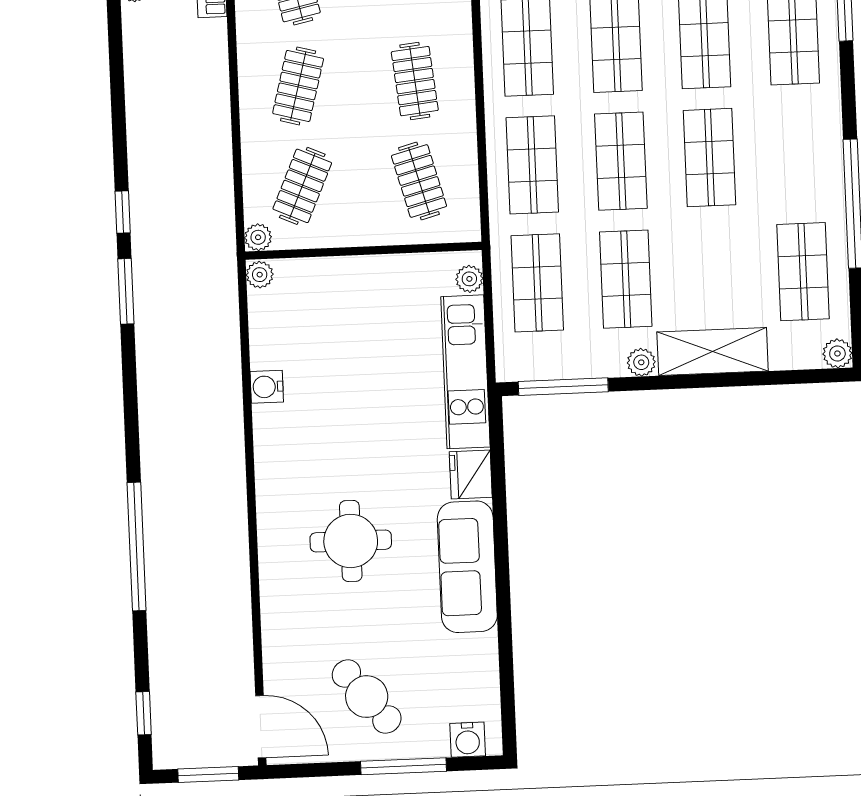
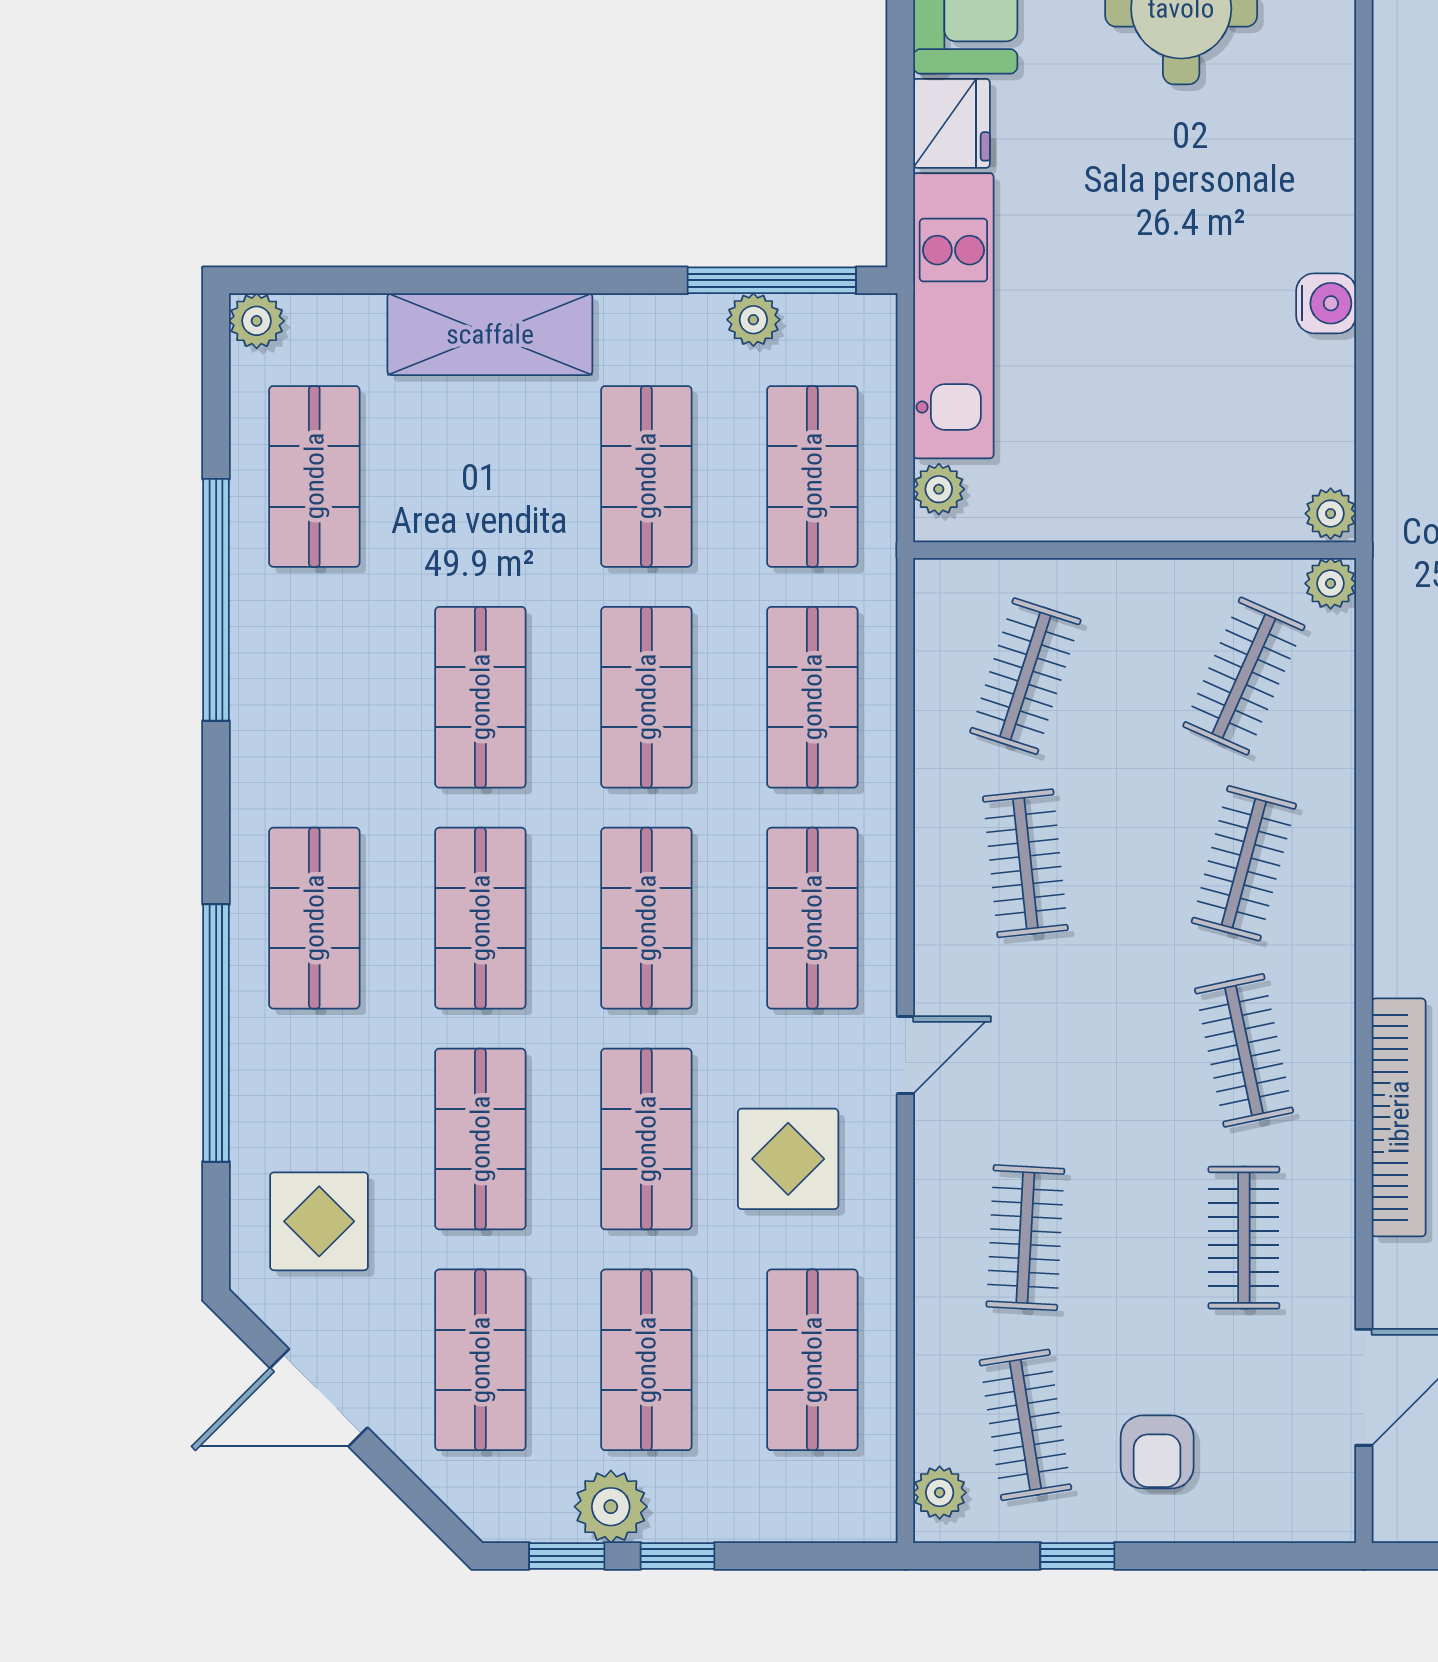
clothes rail: (419, 181) -> (1025, 676), turned 33
plant: (641, 362) -> (753, 320), moved

